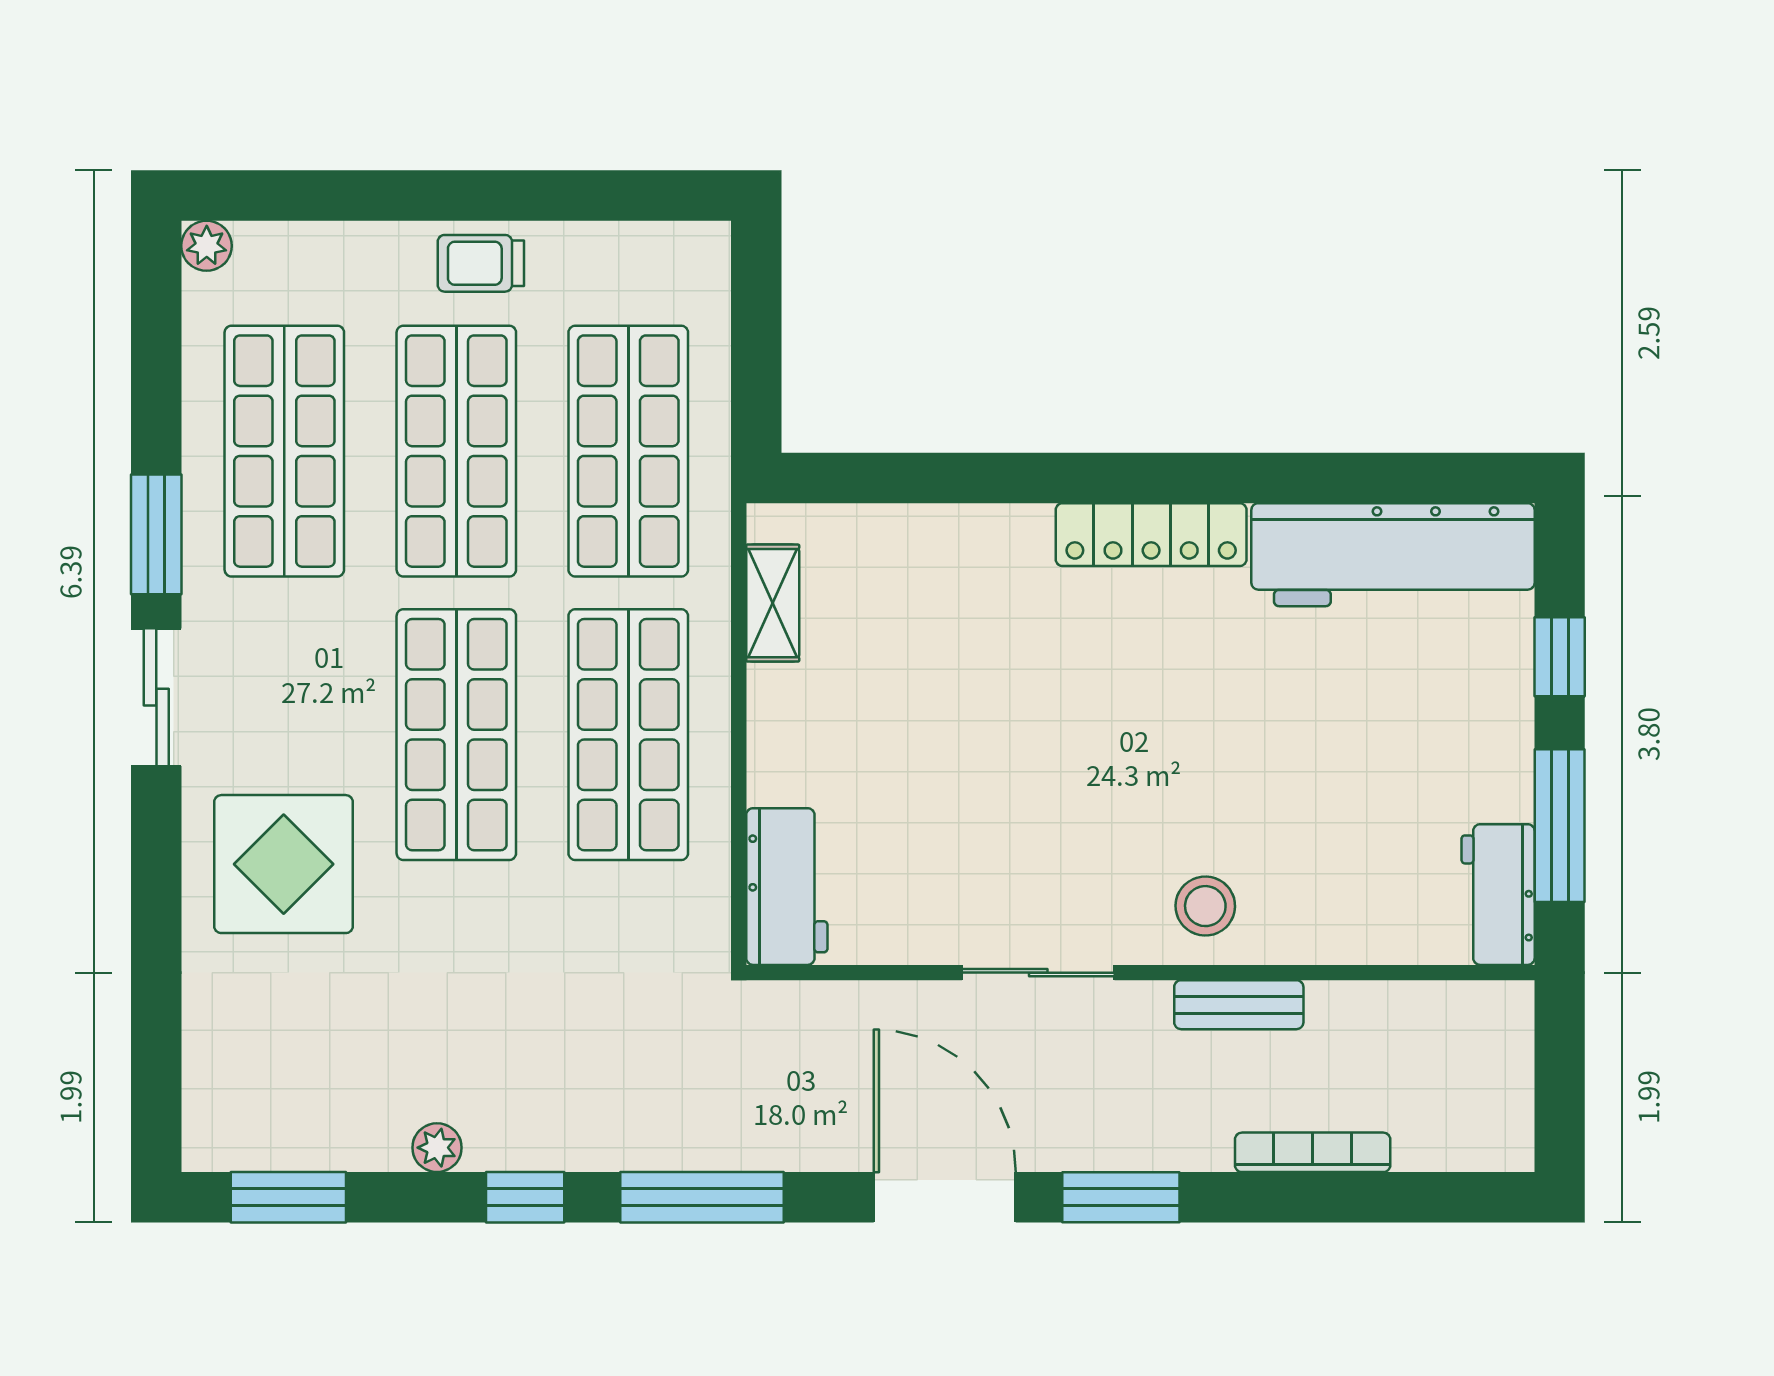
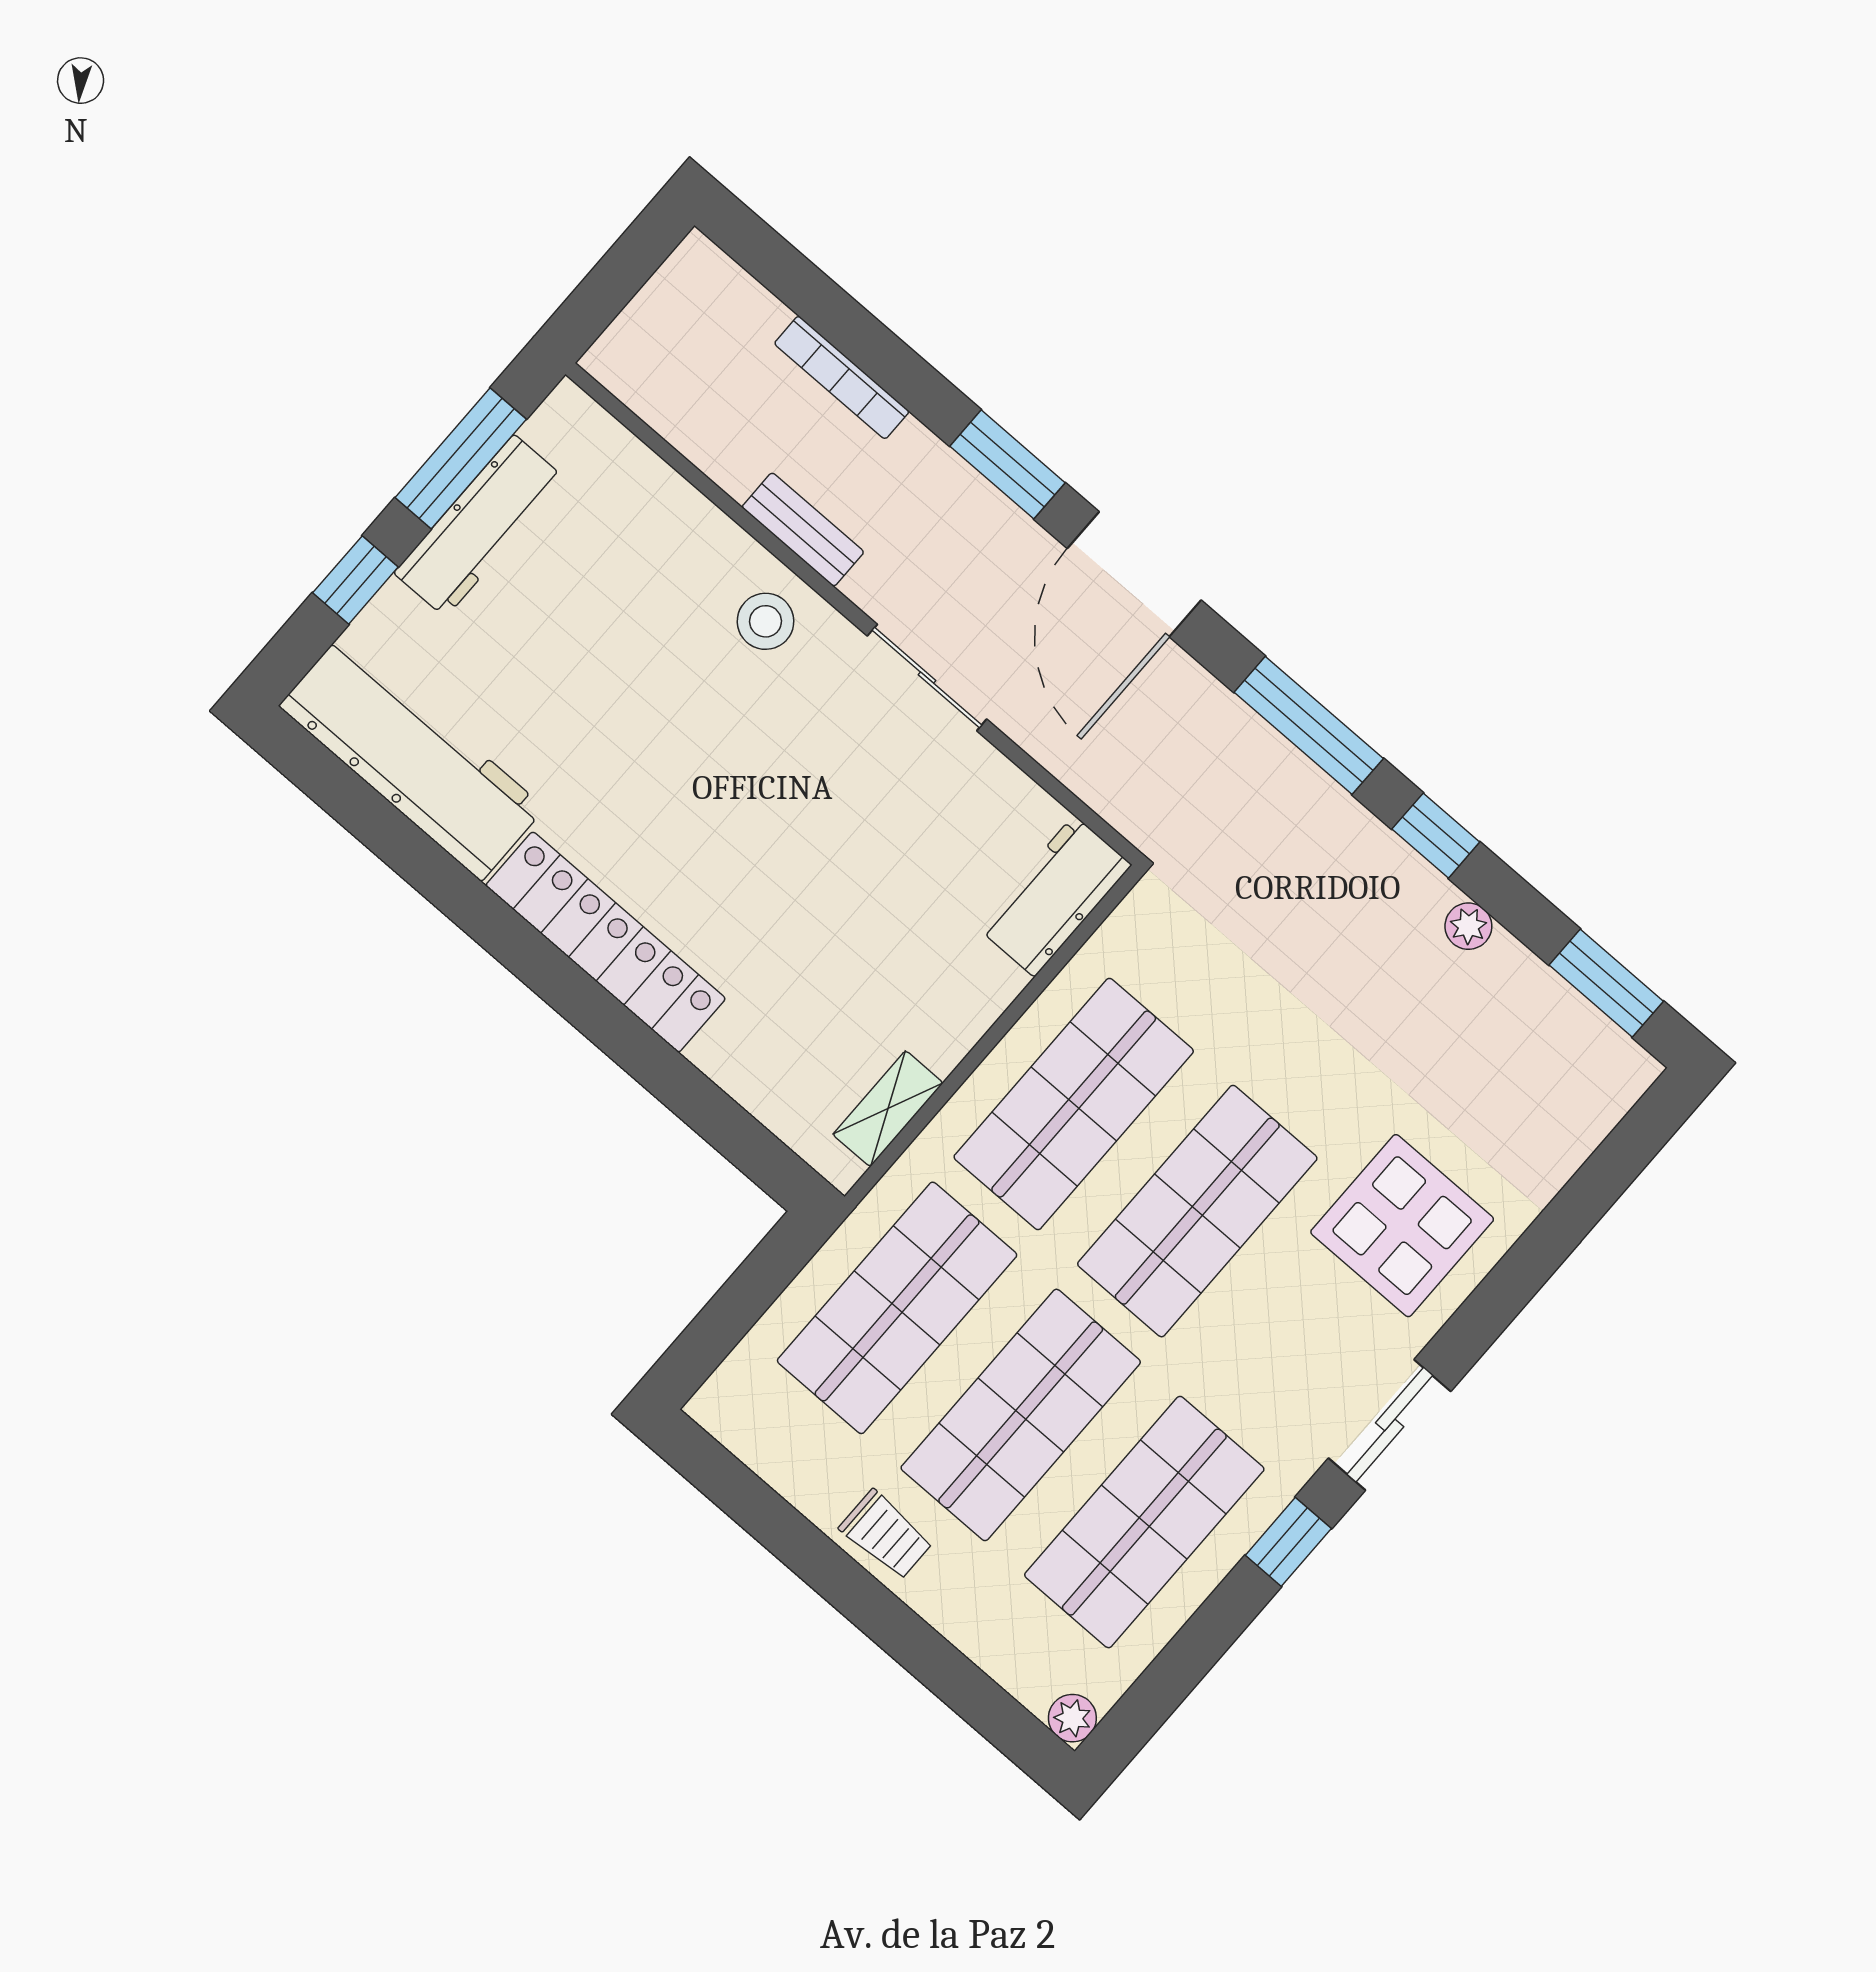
window: (156, 534) -> (1288, 1542), width x0.67
locker: (1151, 535) -> (606, 942), width x1.41, depth x1.21
workbench: (1498, 895) -> (480, 526), moved, width x1.38

